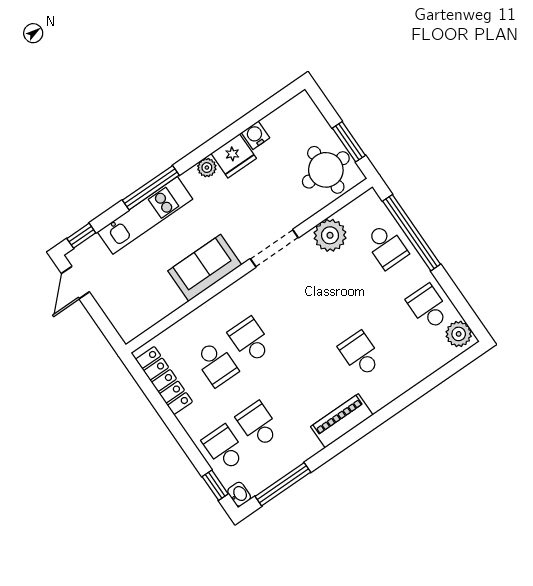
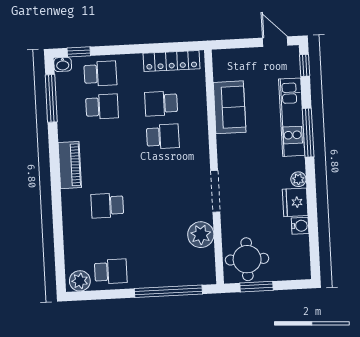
school desk: (386, 246) -> (170, 268), removed
sofa: (205, 268) -> (230, 107), moved
school desk: (360, 354) -> (107, 206), turned 180

